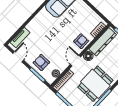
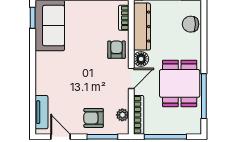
door: (75, 61) -> (131, 78), swing flipped

